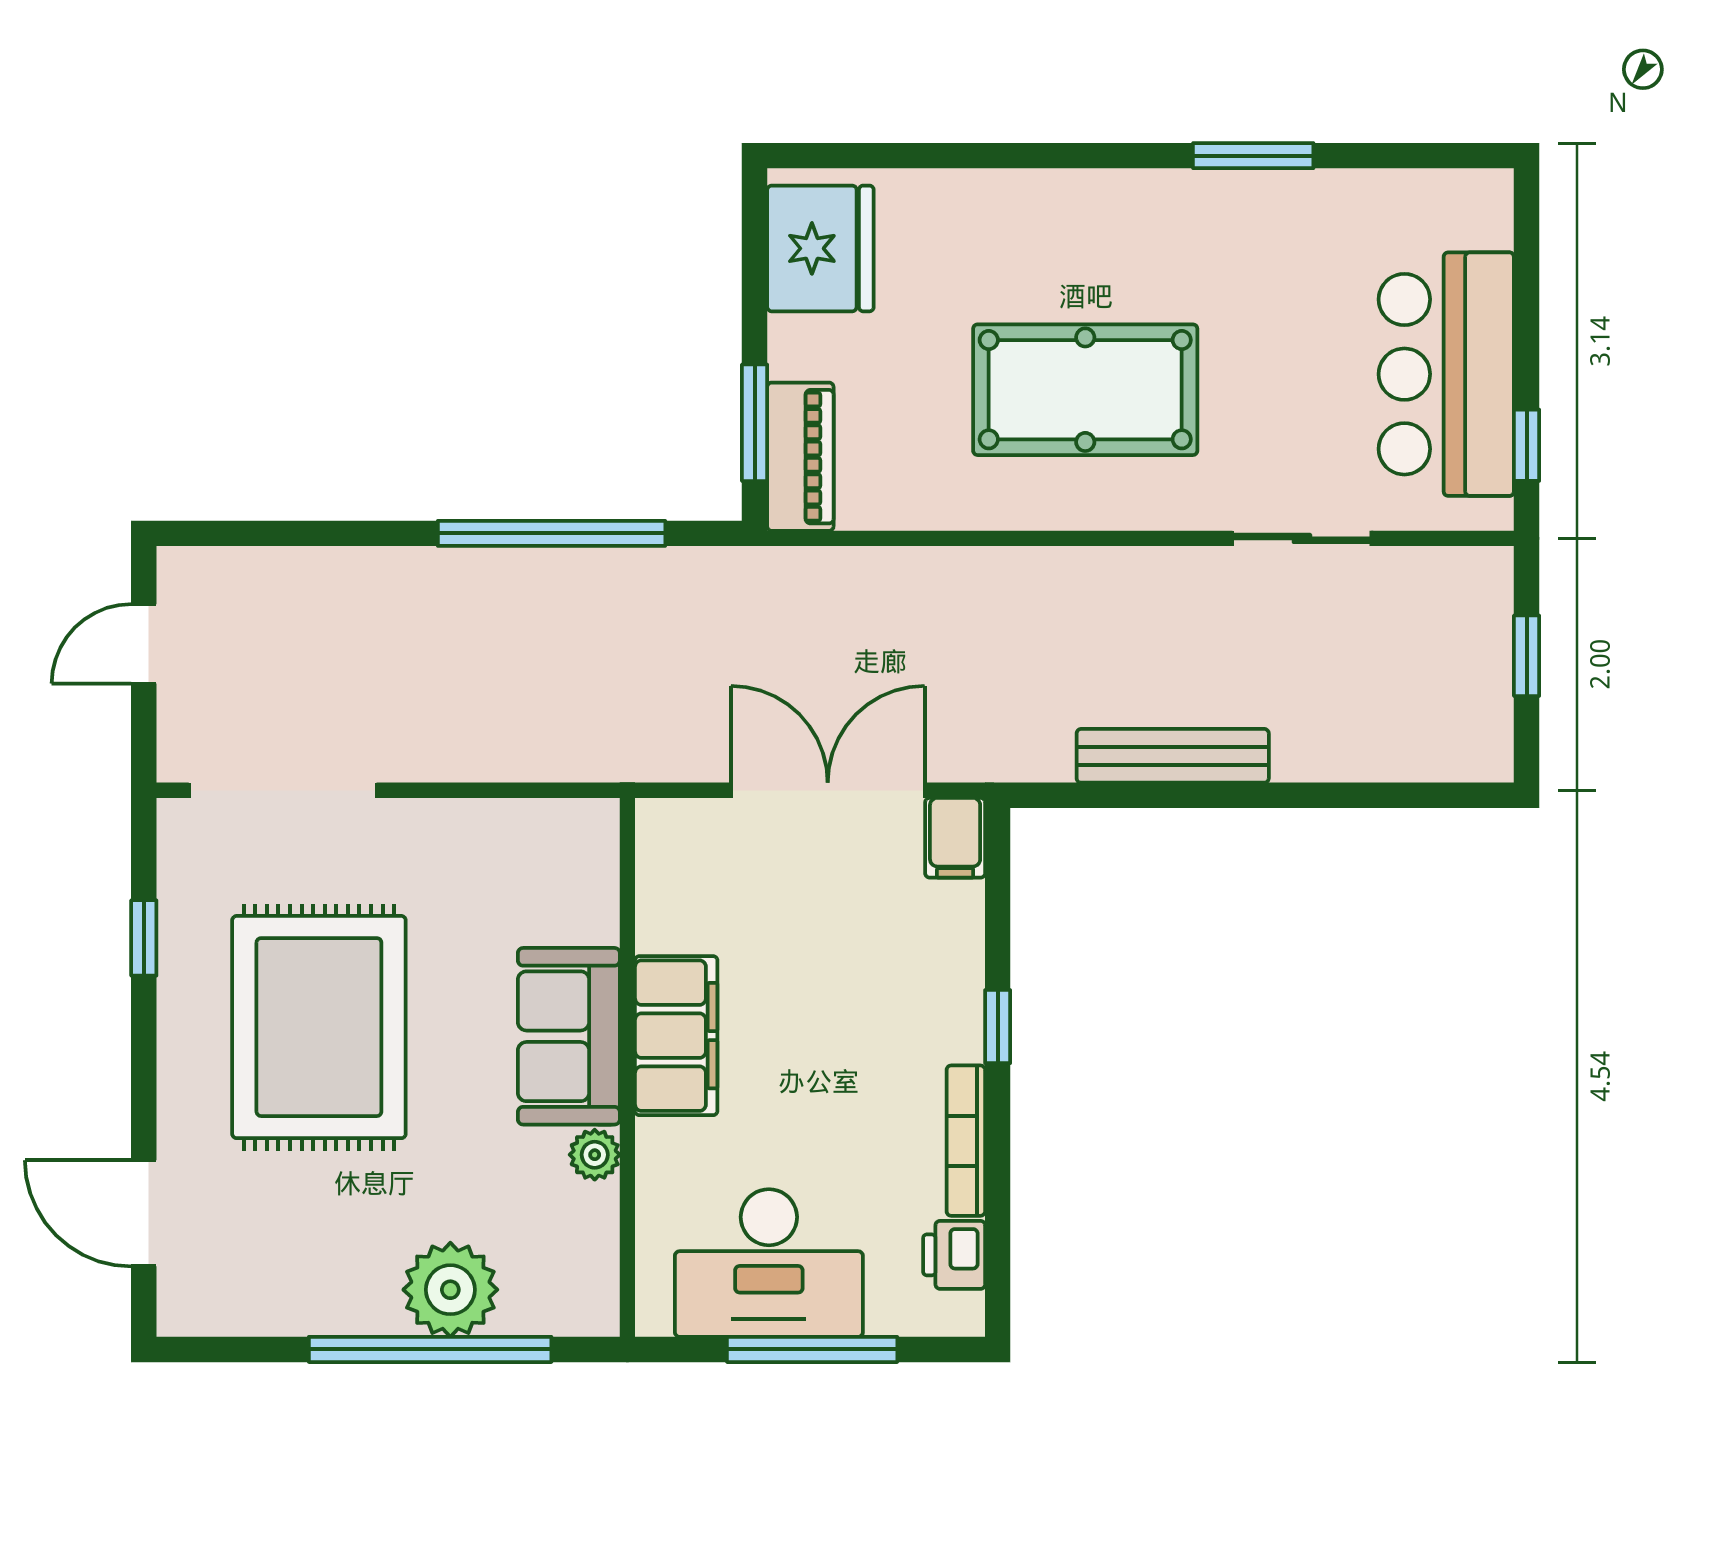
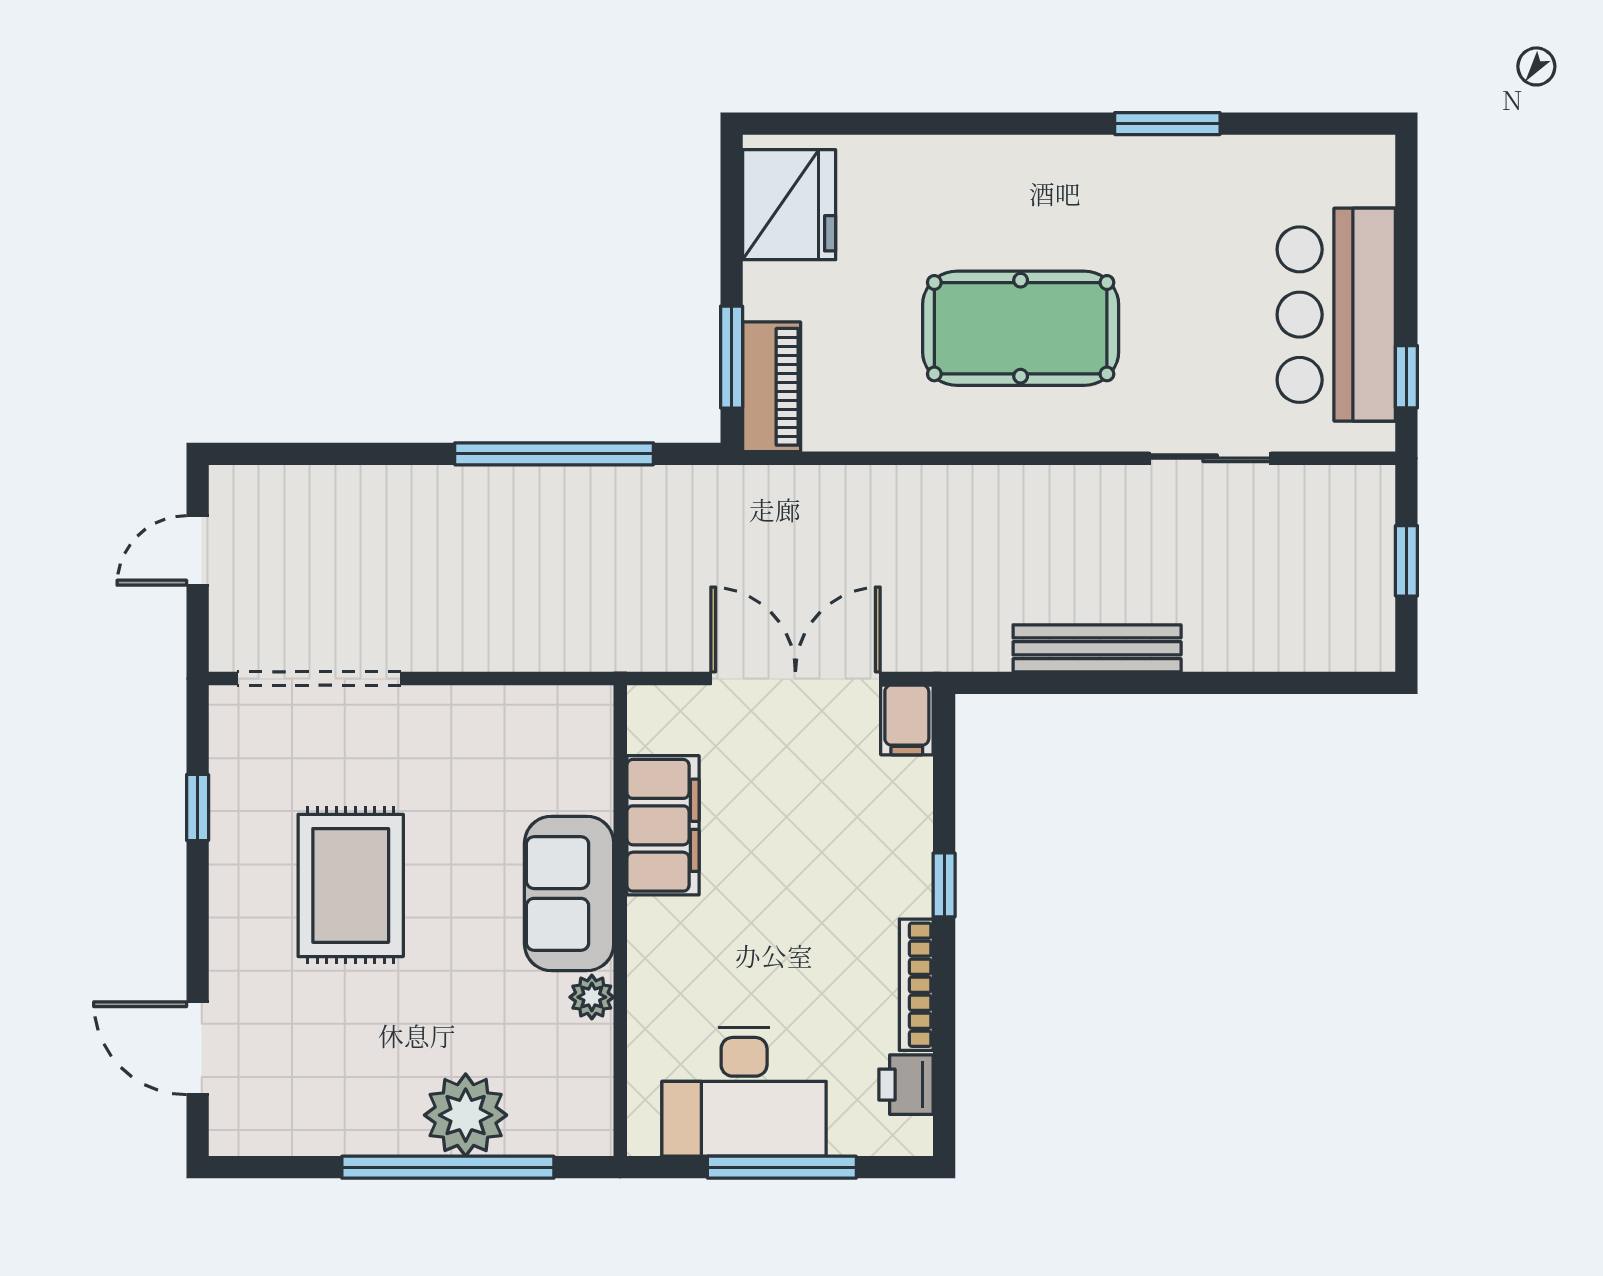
rug: (319, 1027) -> (351, 885), width x0.73, depth x0.69
filing cabinet: (676, 1036) -> (663, 825), moved

